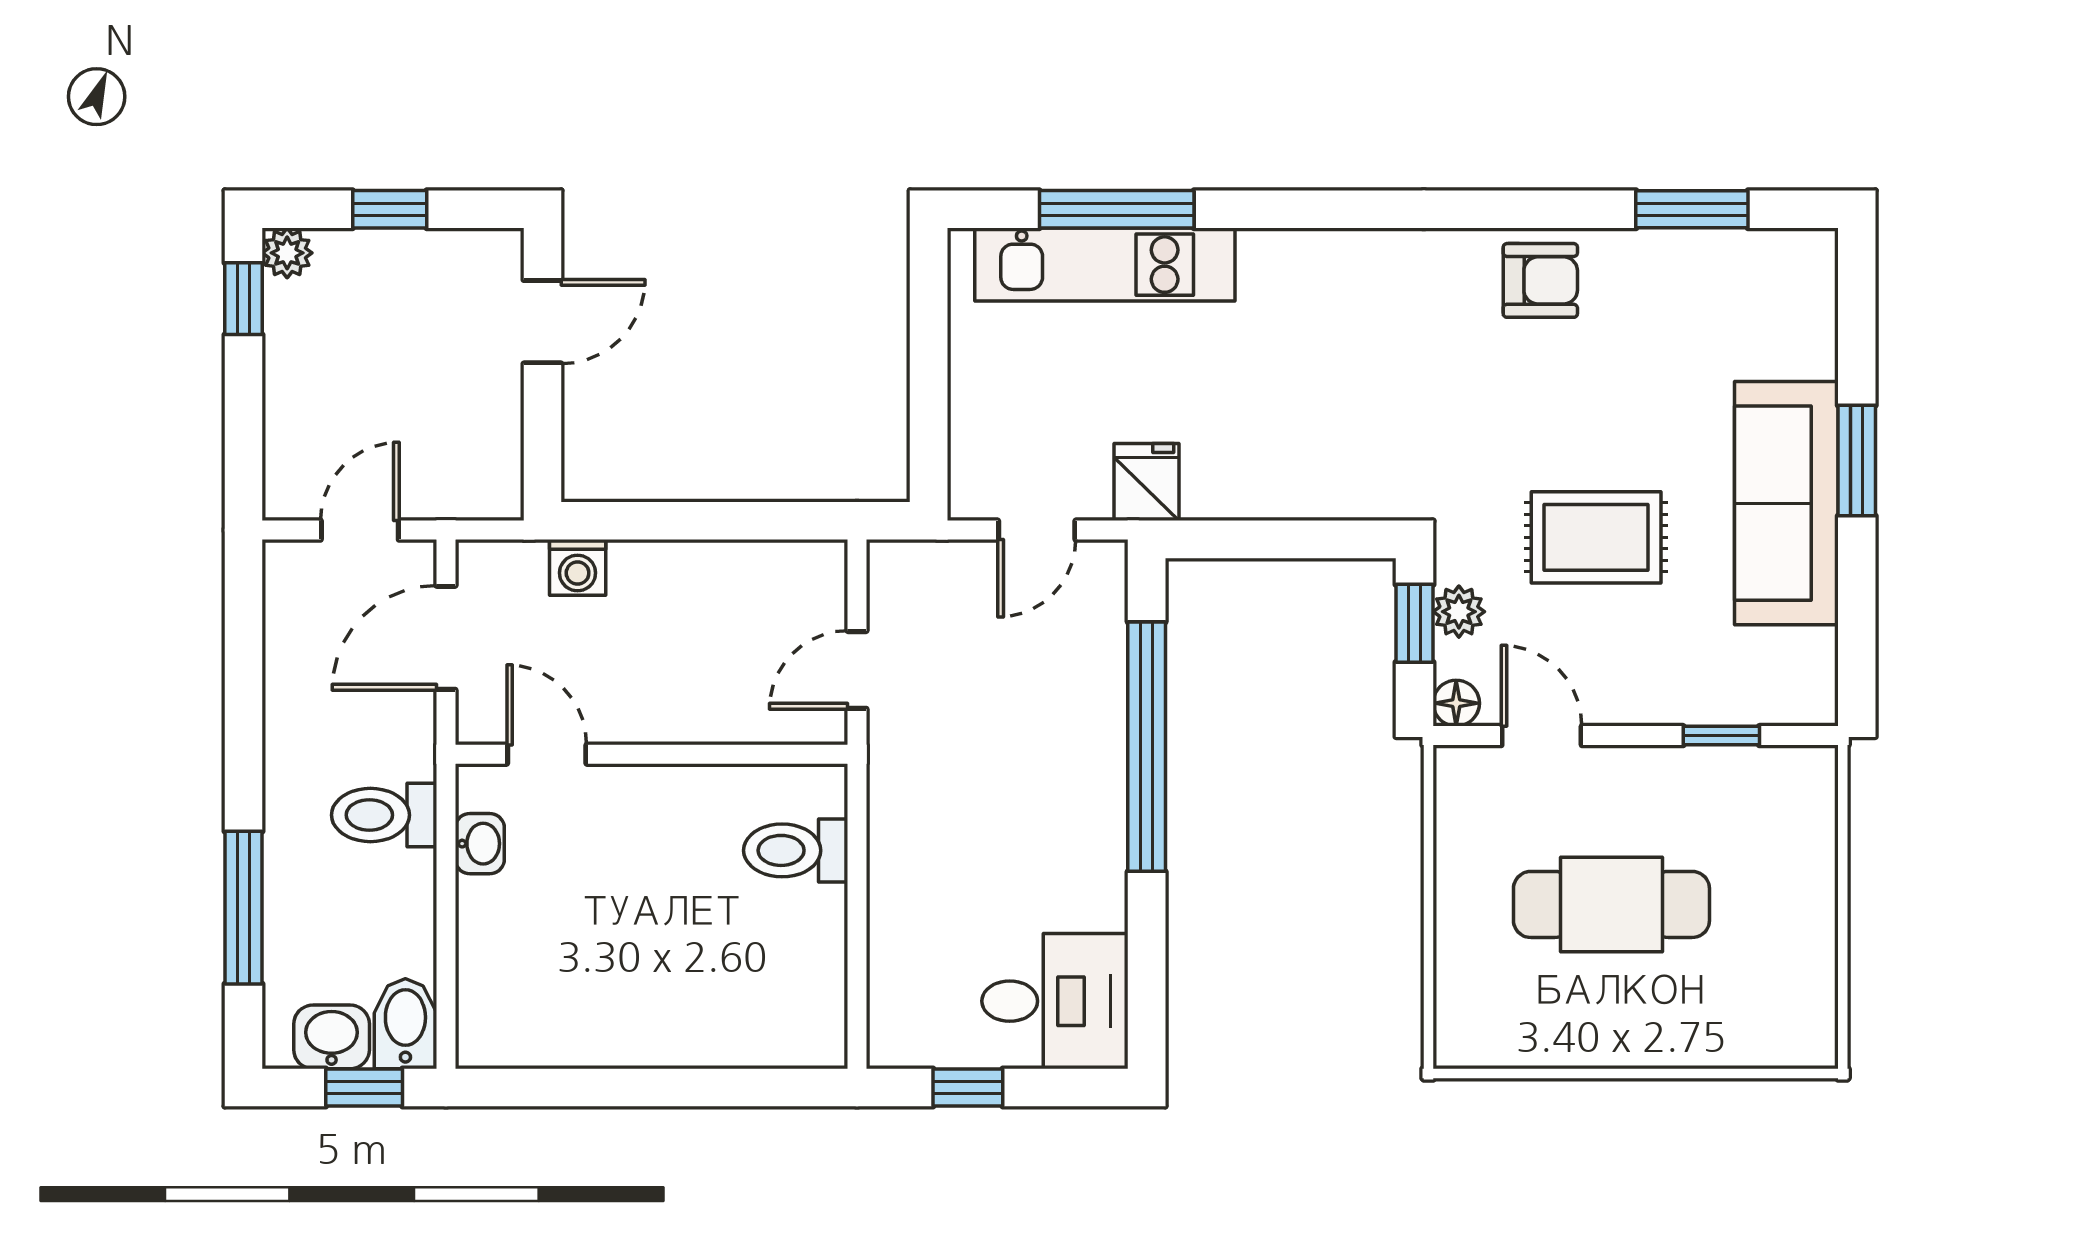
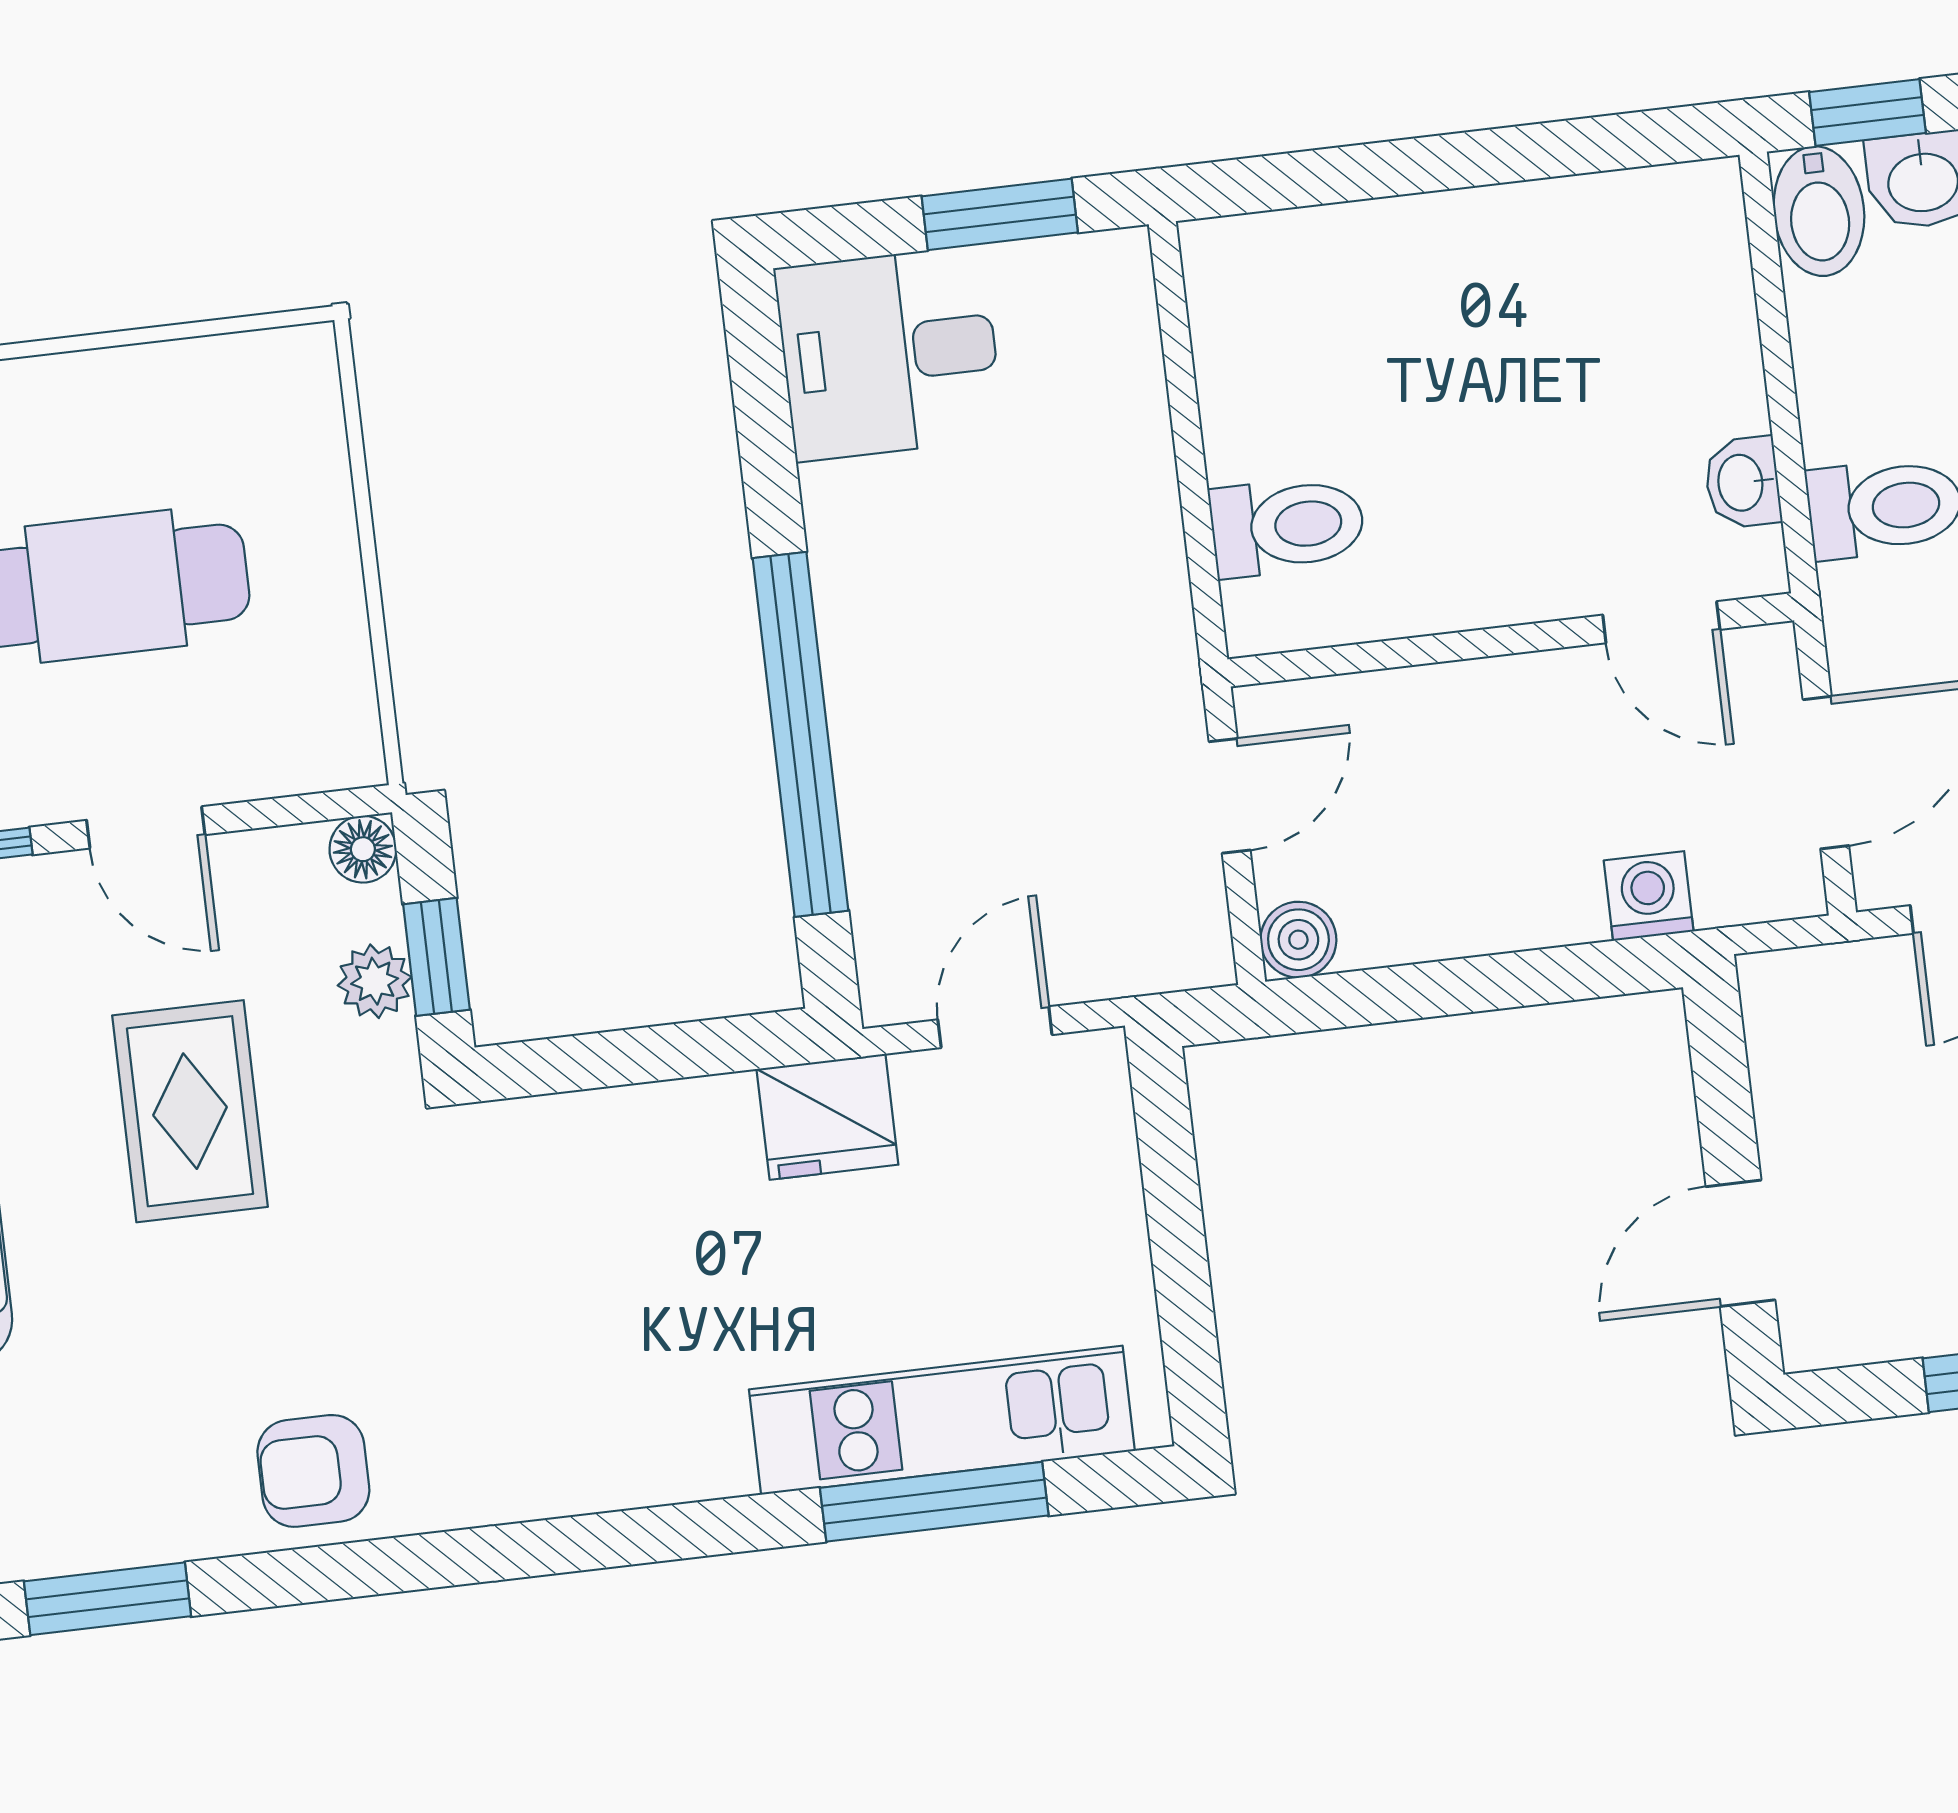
fridge: (1146, 482) -> (827, 1117), width x1.38
rug: (1596, 537) -> (190, 1111), turned 90
boiler: (821, 566) -> (1298, 940), added
door: (1542, 736) -> (146, 827), moved
window: (968, 1088) -> (1000, 214), width x1.50

